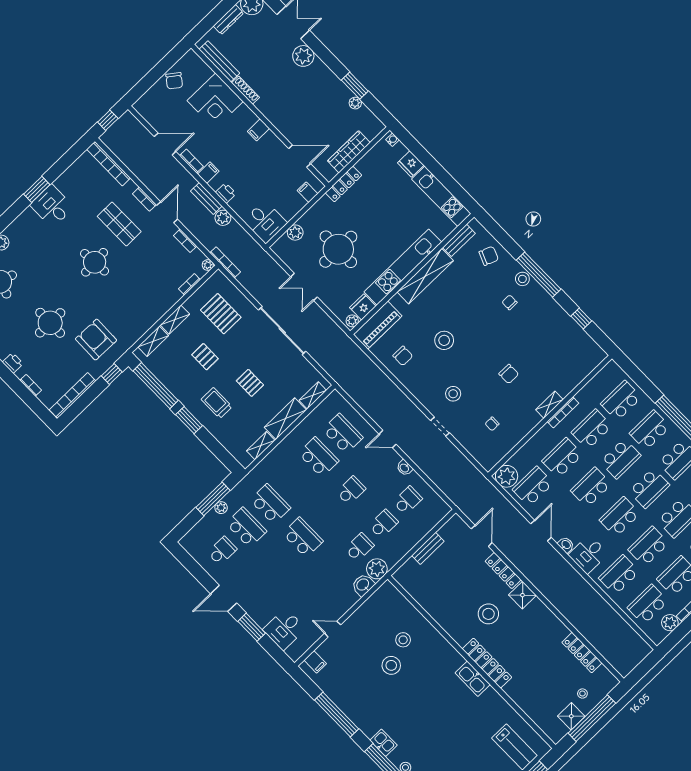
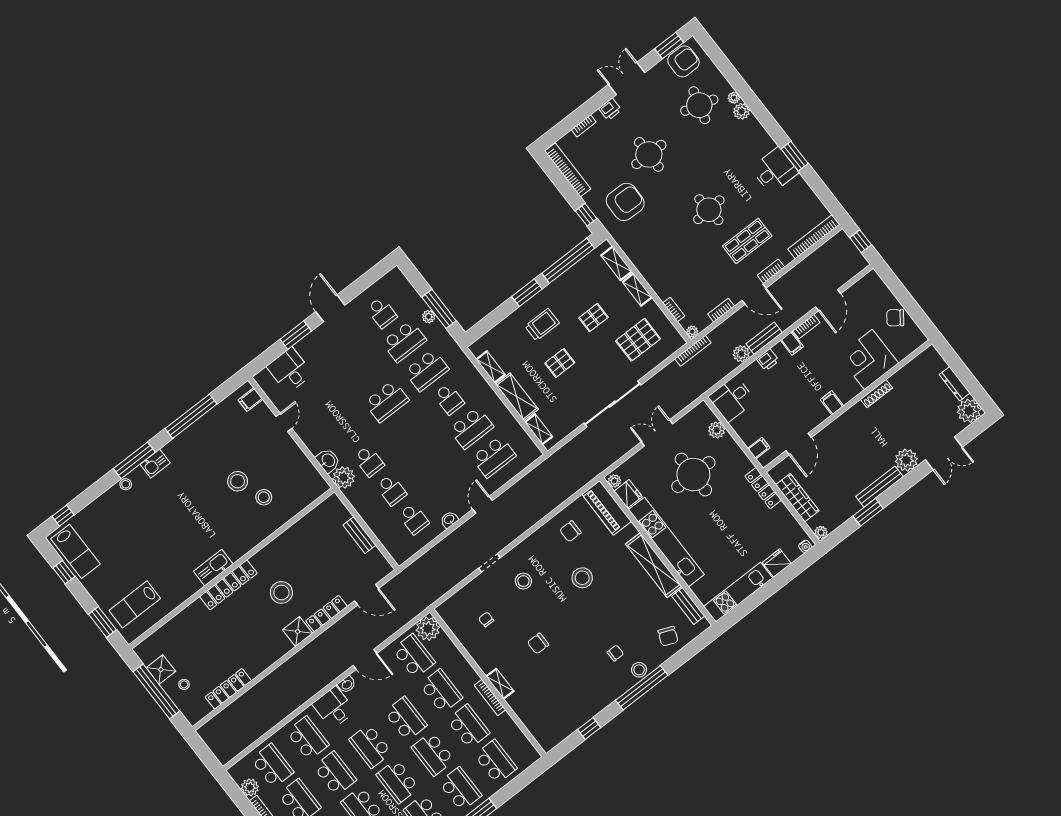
bench: (219, 61) -> (879, 487), moved
plant: (355, 103) -> (821, 532), moved
school desk: (351, 490) -> (449, 399), moved
school desk: (620, 517) -> (370, 746), turned 180

